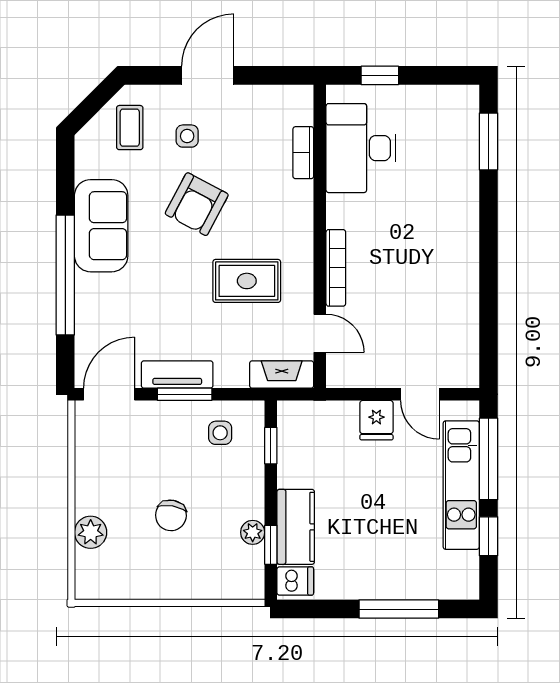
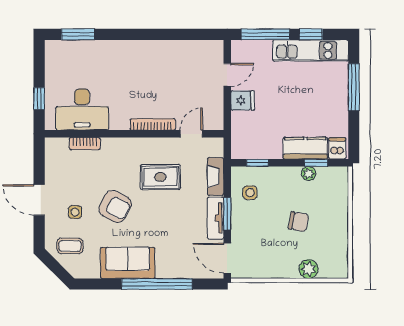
rug: (247, 281) -> (160, 177), turned 90
fireplace: (282, 375) -> (216, 177), moved
kitchen unit: (461, 485) -> (310, 50), moved

